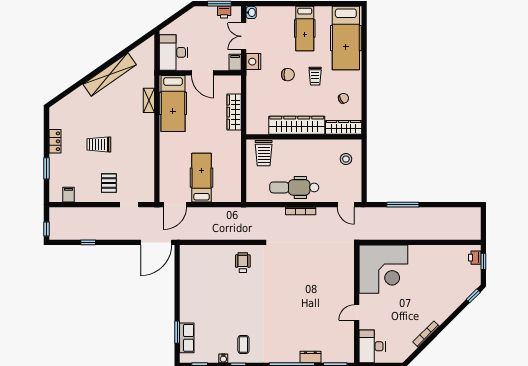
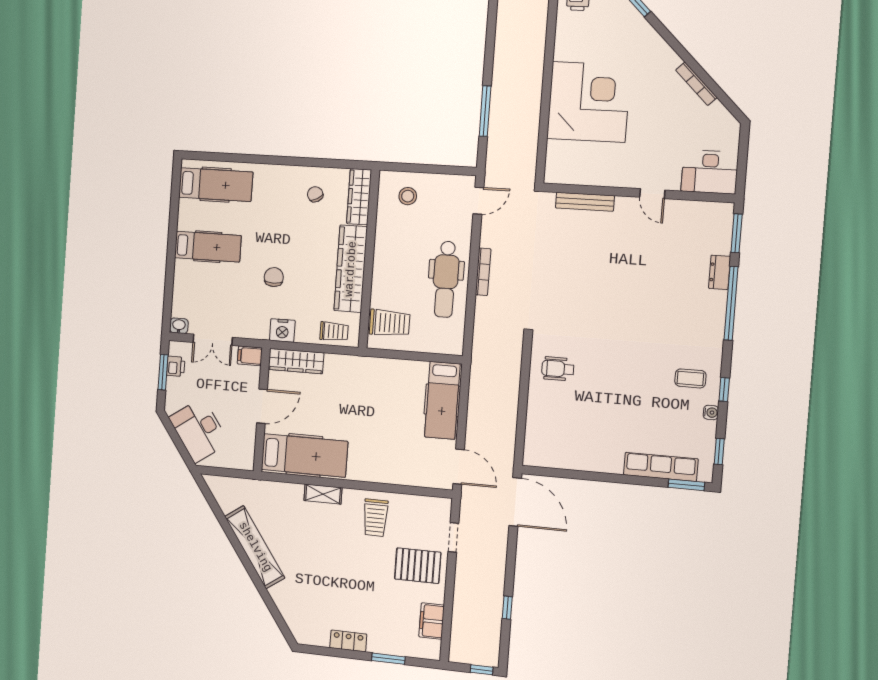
hospital bed: (346, 38) -> (216, 185), width x0.73, depth x0.78
desk: (174, 52) -> (199, 430), moved, turned 55
nightstand: (253, 62) -> (282, 330), moved
trolley: (315, 76) -> (334, 331), moved
shelving: (149, 100) -> (323, 494), moved
wardrobe: (234, 112) -> (296, 361), moved
trolley: (99, 144) -> (375, 518), moved
hospital bed: (202, 178) -> (442, 400), moved, turned -90
pallet: (109, 183) -> (418, 566), width x1.50, depth x1.42
filing cabinet: (68, 195) -> (432, 621), width x2.00
corner desk: (383, 269) -> (589, 102), moved
bench: (349, 272) -> (585, 202), added
window: (177, 332) -> (686, 485), moved
row of seats: (187, 338) -> (661, 467), width x1.48

